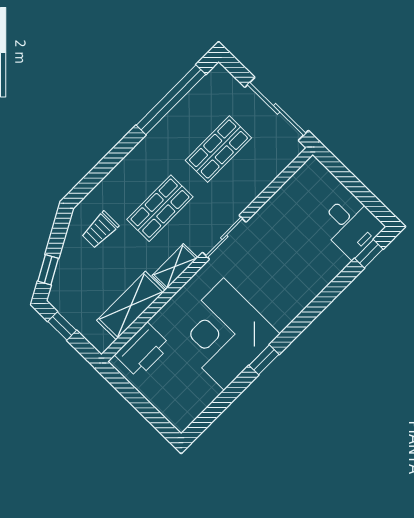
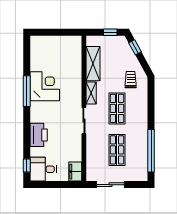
sliding door: (277, 109) -> (110, 185), width x0.73
filing cabinet: (308, 177) -> (75, 172), added
corner desk: (224, 334) -> (45, 86), width x0.74, depth x0.74
printer: (143, 350) -> (39, 135), moved, turned 180
window: (264, 360) -> (27, 91), width x2.17

